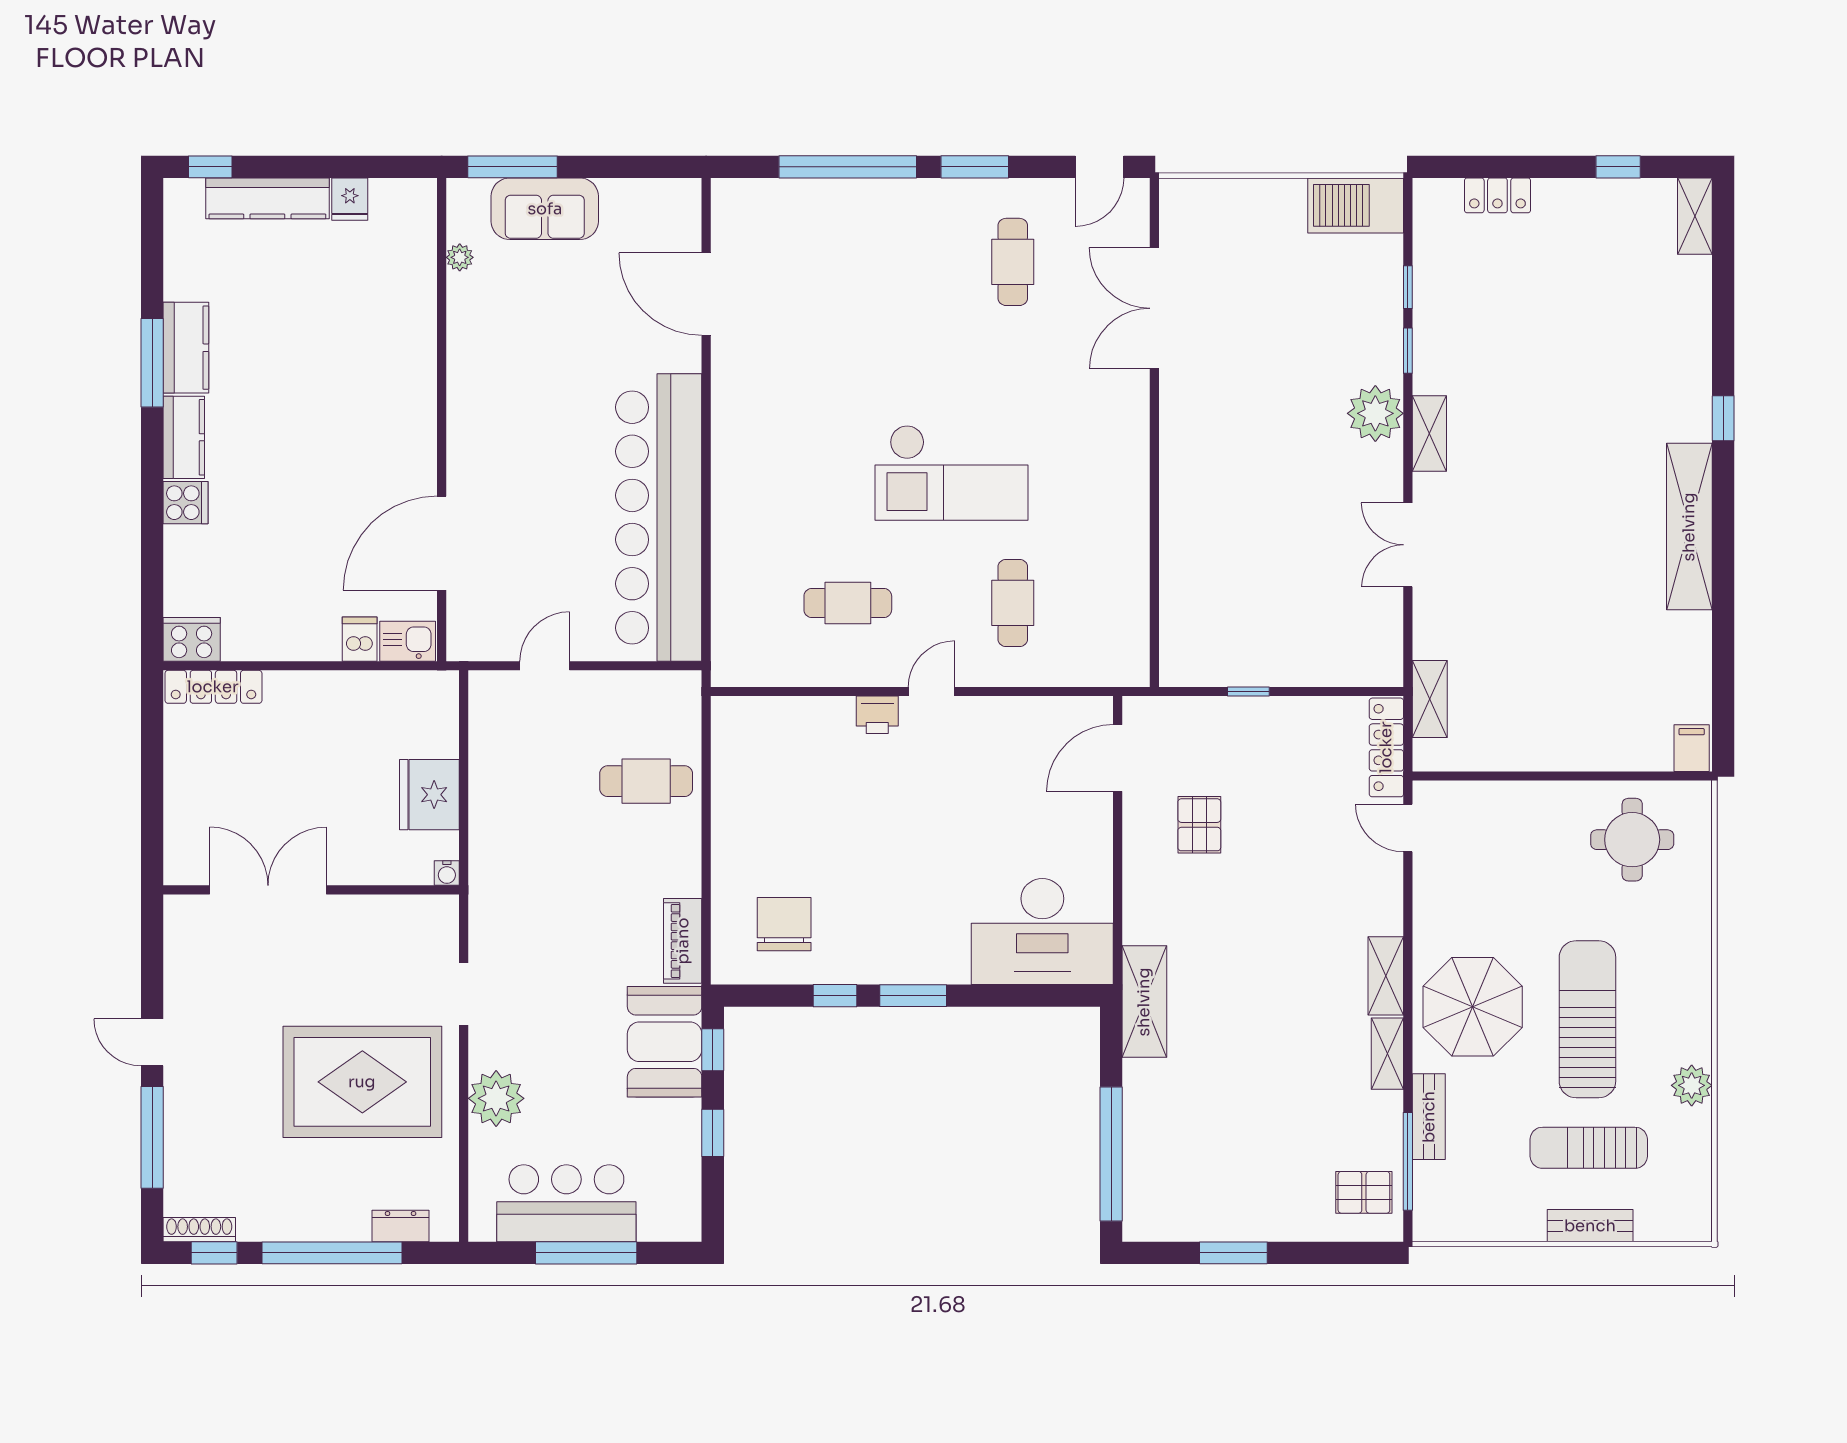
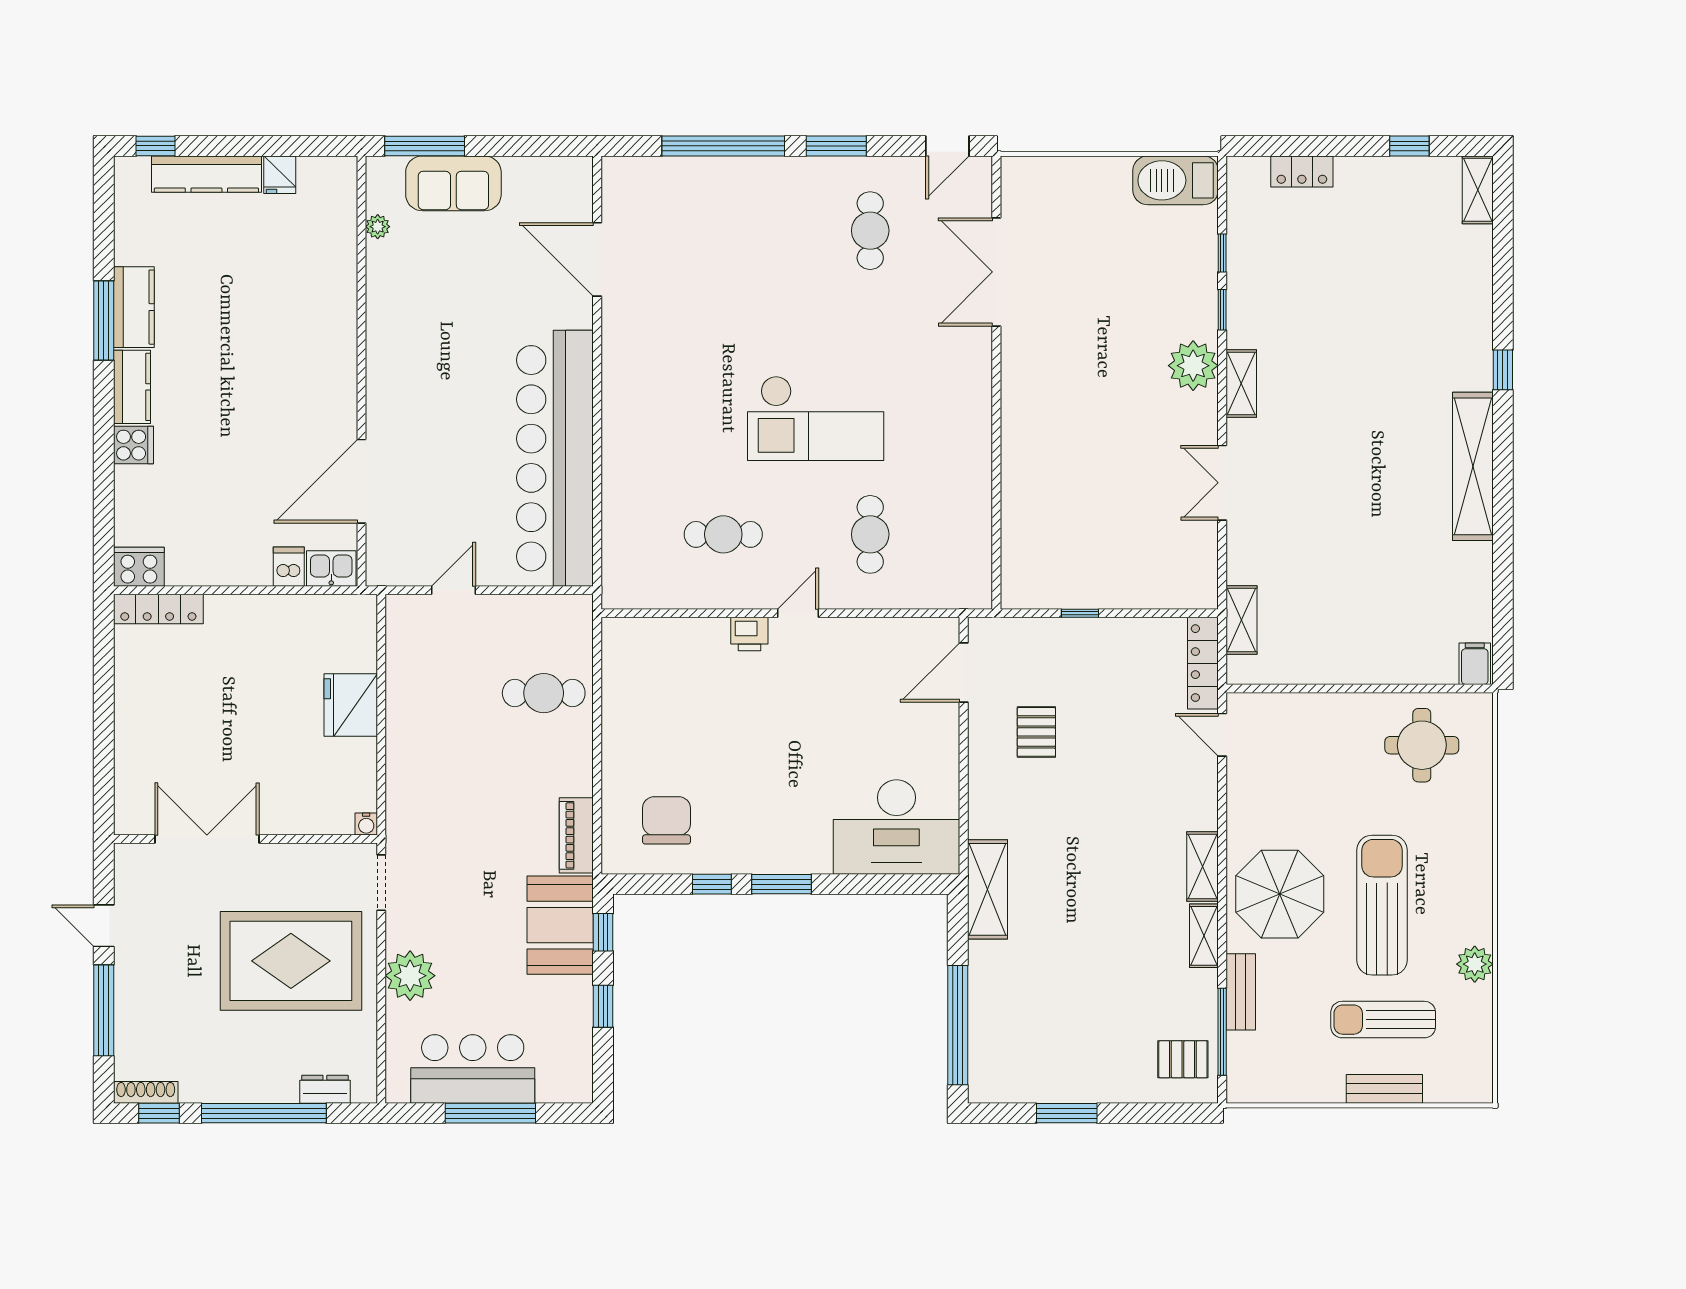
water cooler: (447, 873) -> (366, 824), moved
double door: (268, 890) -> (207, 839), moved
wall: (311, 890) -> (245, 839), moved

